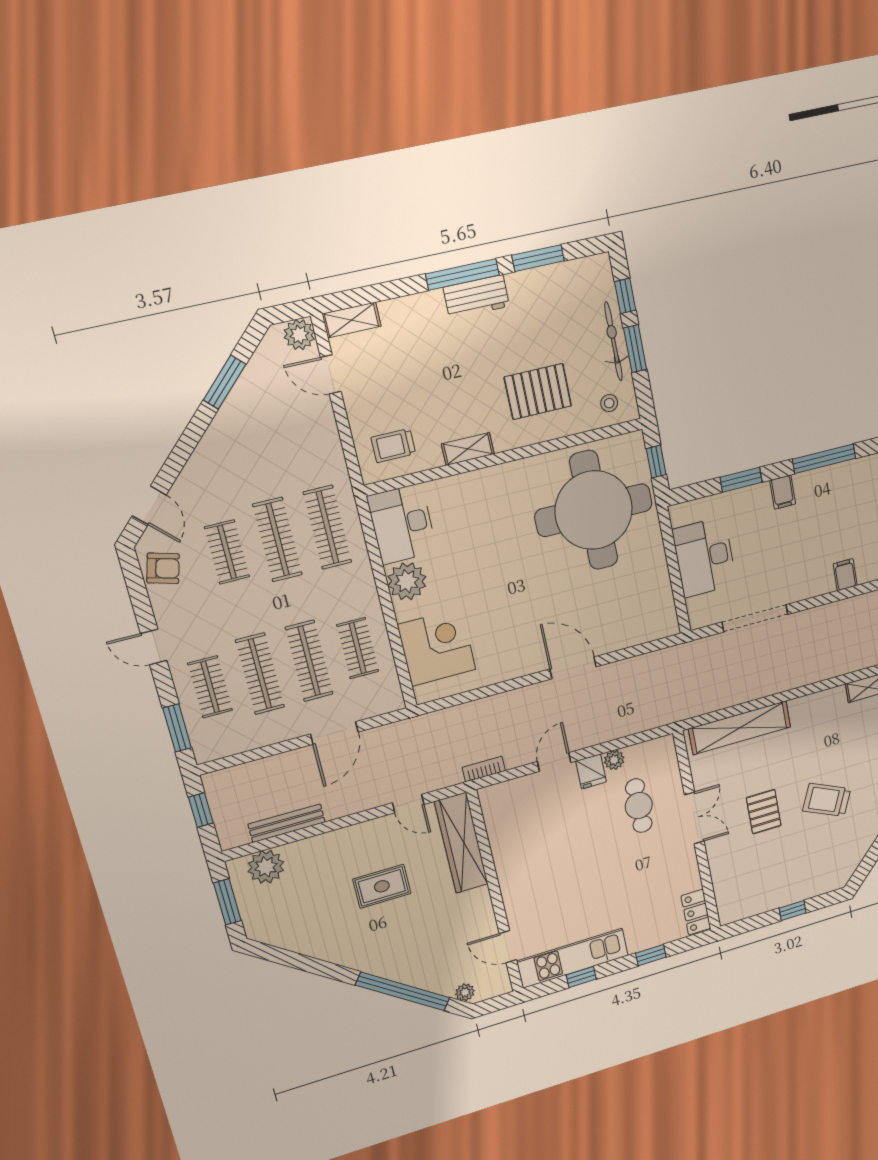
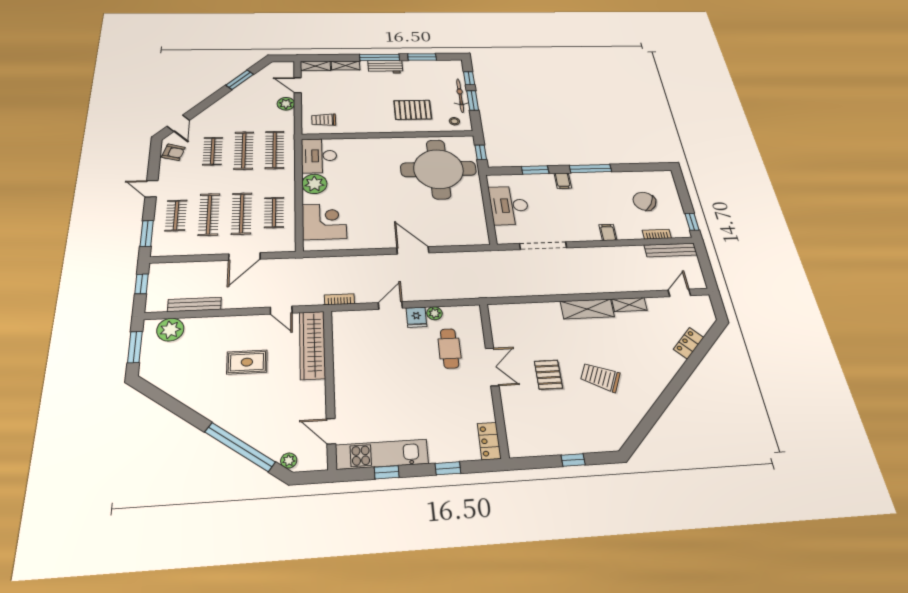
plant: (299, 335) -> (286, 104), moved
shelving: (468, 449) -> (346, 65), moved
shelving: (740, 728) -> (587, 309), moved, width x0.68

